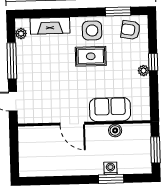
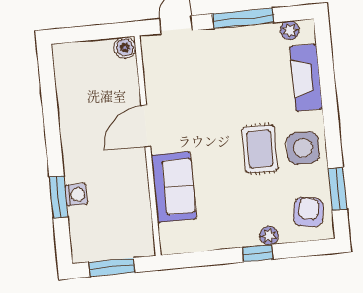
plant: (143, 71) -> (269, 236), moved
boiler: (115, 130) -> (125, 48), moved

